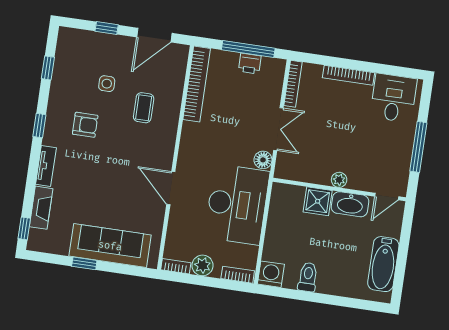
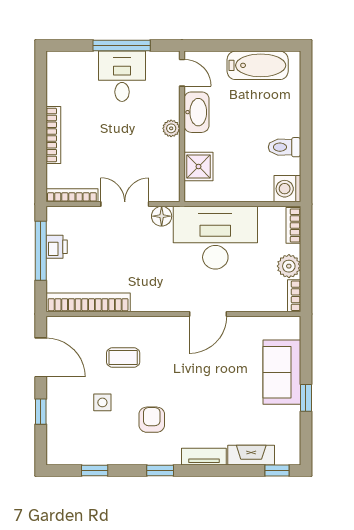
desk: (393, 98) -> (122, 76), moved, turned 90
shower: (318, 201) -> (199, 167), moved
sofa: (110, 246) -> (282, 372), width x0.73

